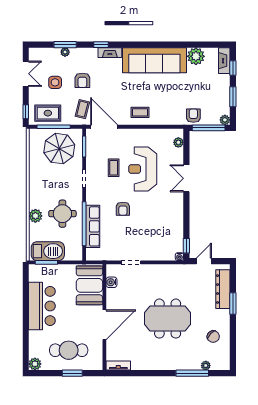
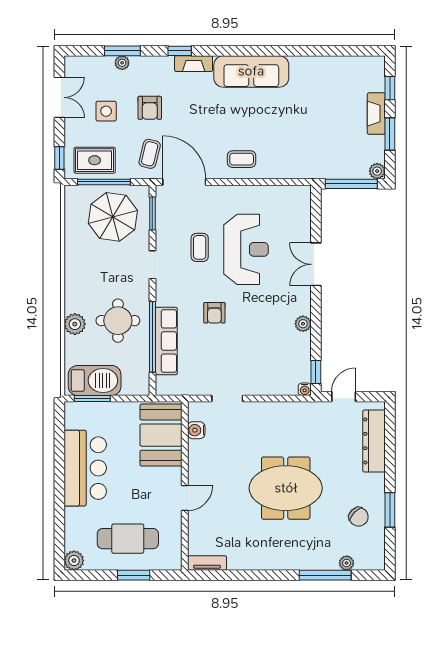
plant: (196, 56) -> (331, 69), removed
sofa: (154, 60) -> (251, 71), width x0.74, depth x0.79
fireplace: (224, 61) -> (376, 114), moved
armchair: (193, 116) -> (327, 164), removed
plant: (178, 142) -> (303, 324), moved
reception desk: (143, 169) -> (246, 249), turned 180
window: (233, 303) -> (390, 510), moved
door: (104, 325) -> (185, 498), width x0.53

